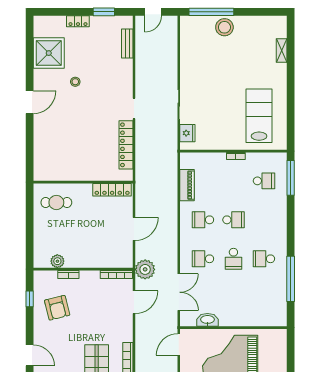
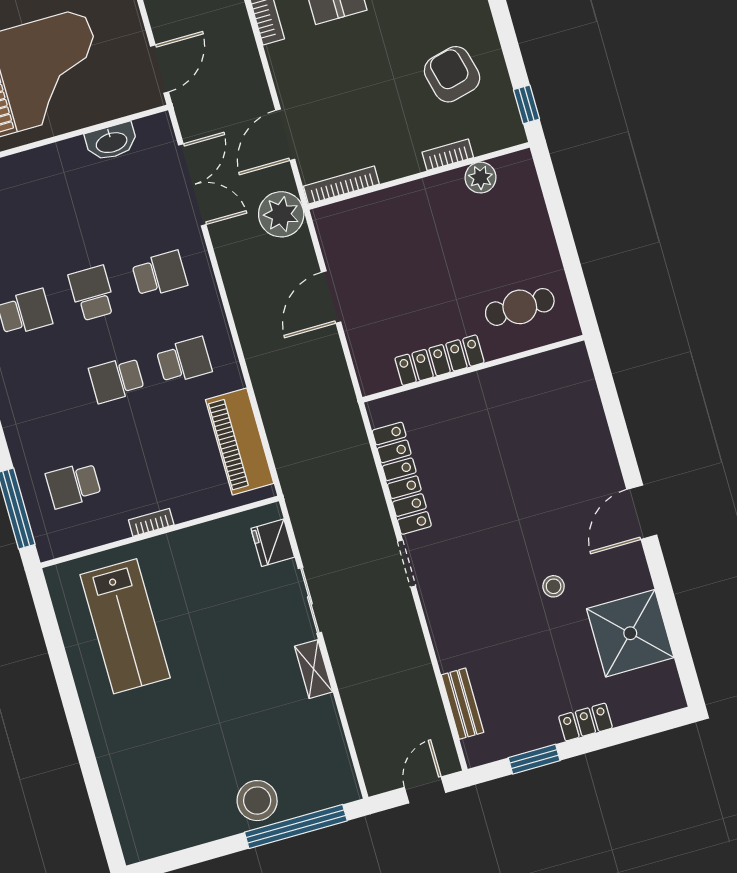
shelving: (282, 50) -> (314, 669), moved
piano: (187, 185) -> (240, 441), width x1.37, depth x1.33
locker: (112, 190) -> (440, 360), moved
double door: (179, 292) -> (192, 185), swing flipped
window: (30, 299) -> (526, 104), moved

